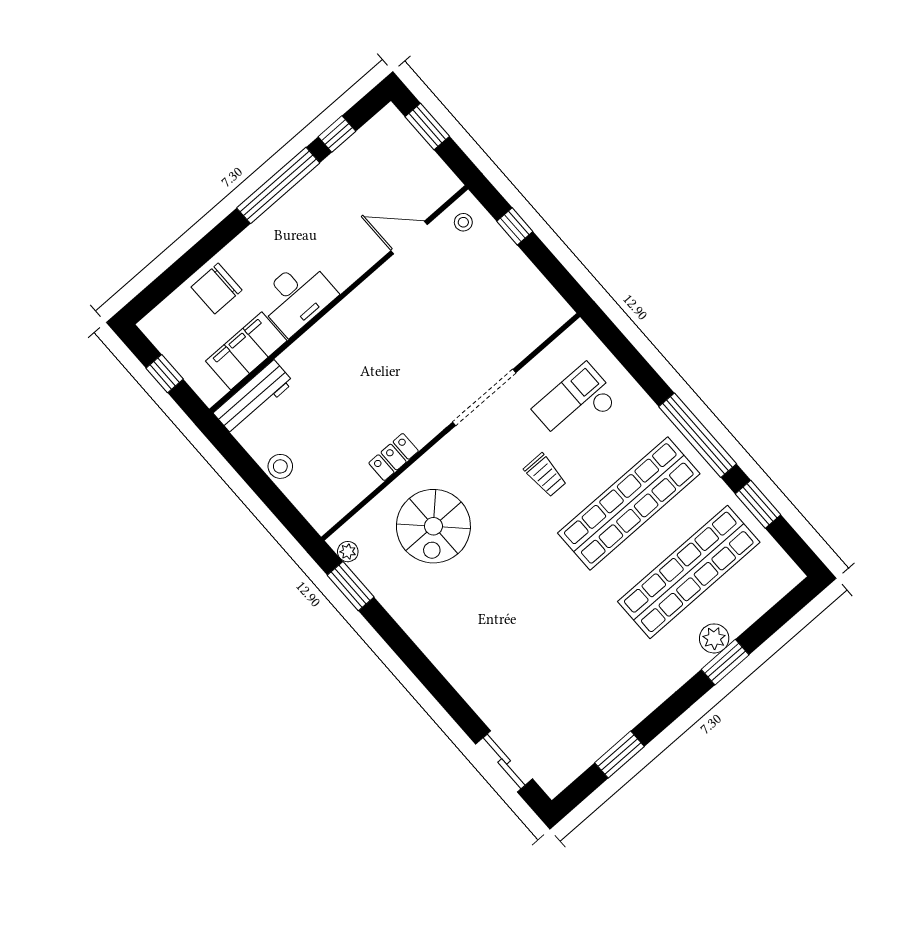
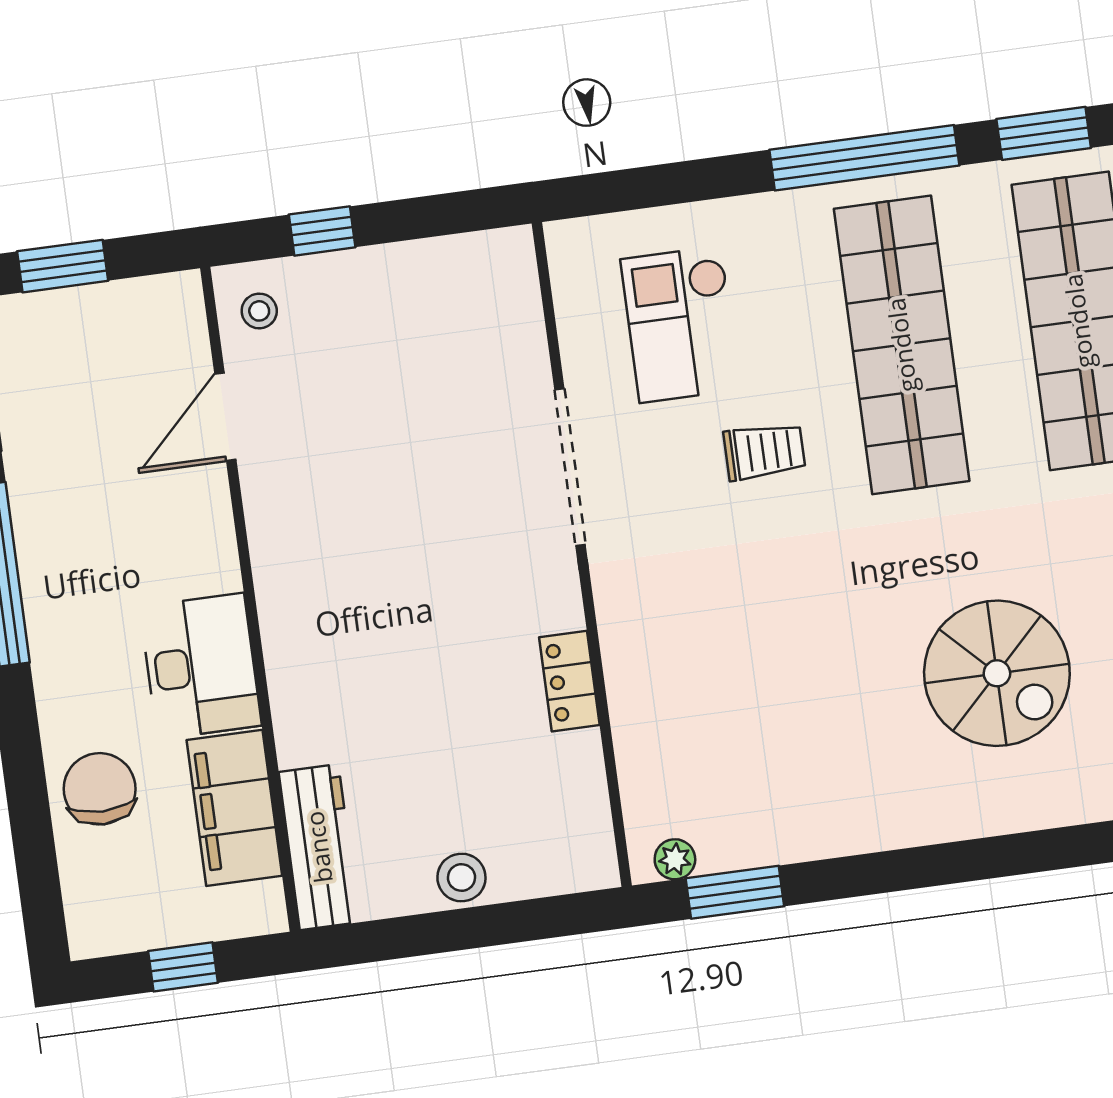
chair: (217, 288) -> (100, 789), turned 180
spiral stairs: (433, 526) -> (997, 673), moved

